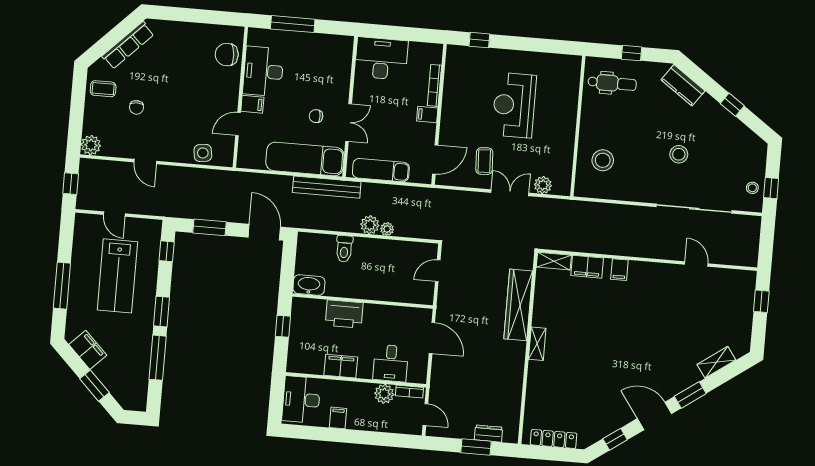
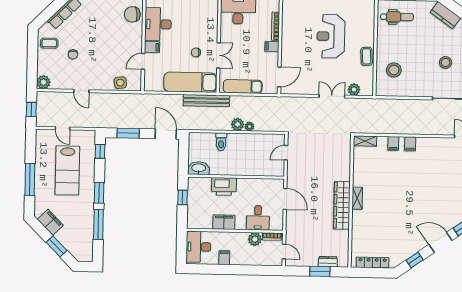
coffee table: (484, 161) -> (367, 56), moved
filing cabinet: (587, 267) -> (393, 143), width x0.50
wardrobe: (518, 305) -> (342, 205), moved

